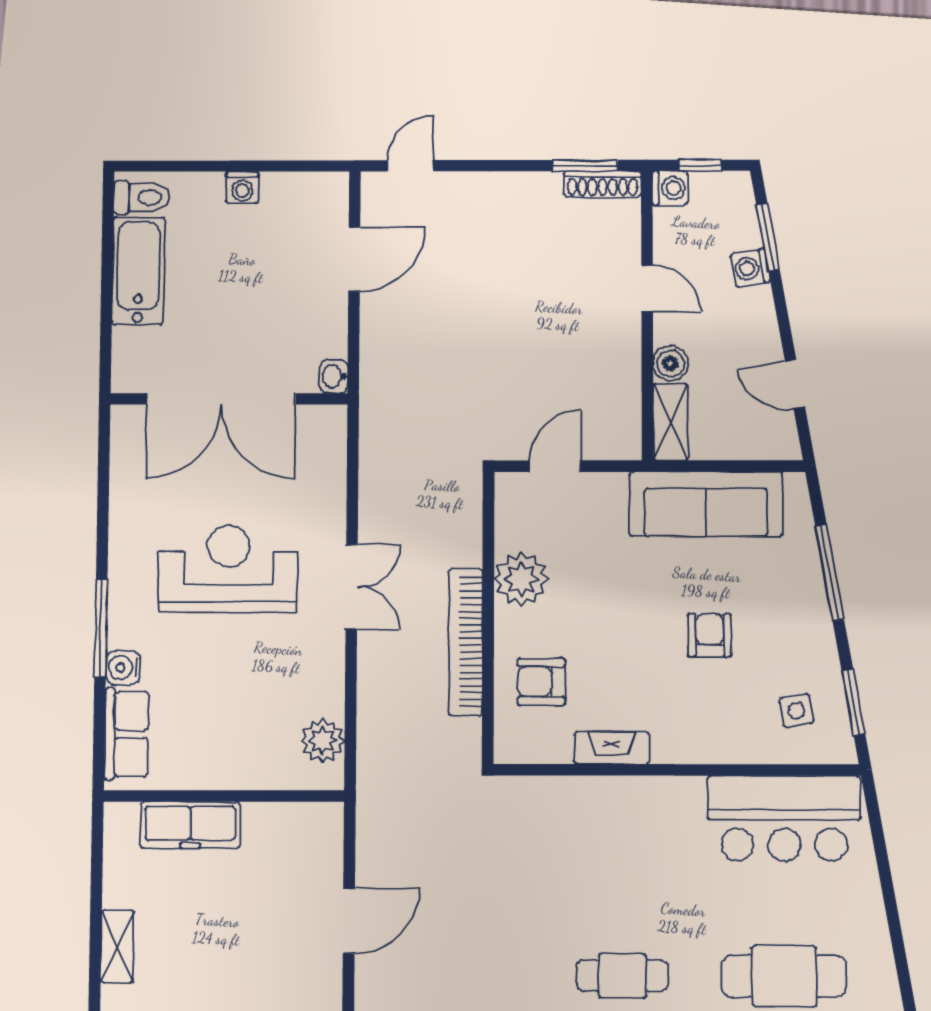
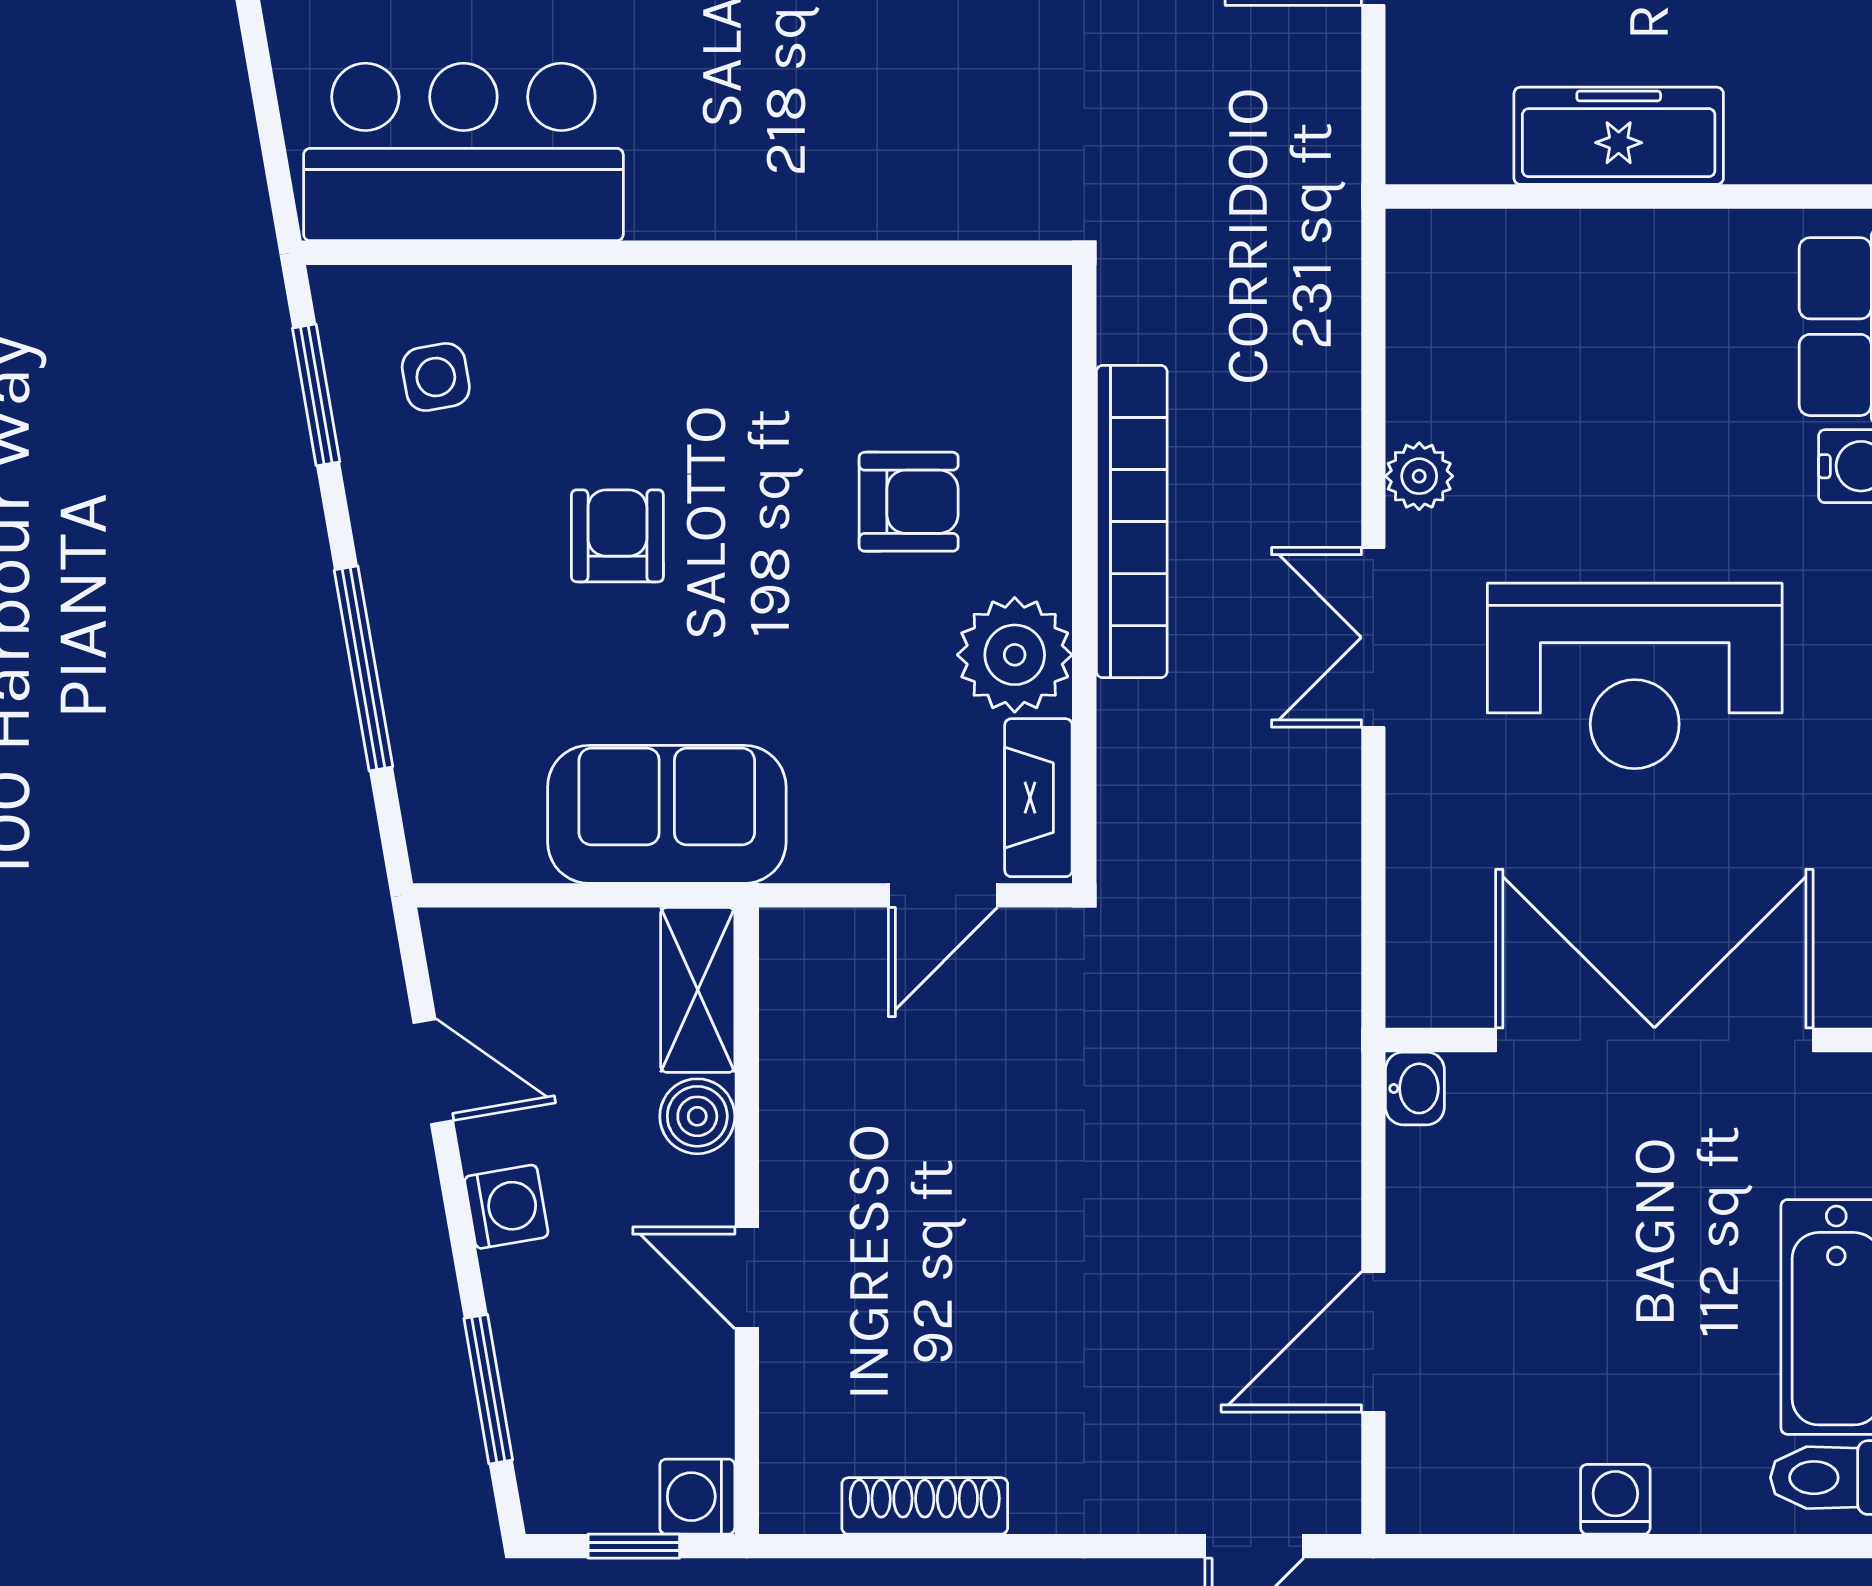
window: (585, 165) -> (879, 1546), removed
shoe rack: (603, 184) -> (925, 1506), moved
washing machine: (750, 268) -> (506, 1207), moved
sofa: (706, 504) -> (667, 814), width x0.73
armchair: (710, 635) -> (617, 536), turned 180
armchair: (541, 682) -> (909, 502), moved
plant: (323, 741) -> (1419, 476), moved, width x0.73, depth x0.73
fireplace: (612, 748) -> (1038, 798), moved, turned 90
freezer: (190, 825) -> (1619, 136), moved

